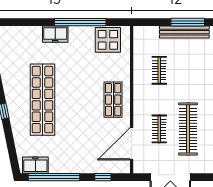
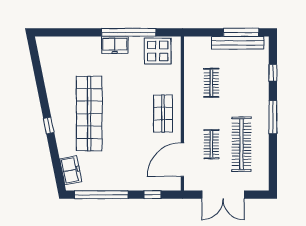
freezer: (55, 34) -> (115, 45), moved
freezer: (35, 165) -> (71, 170), moved, turned 79

